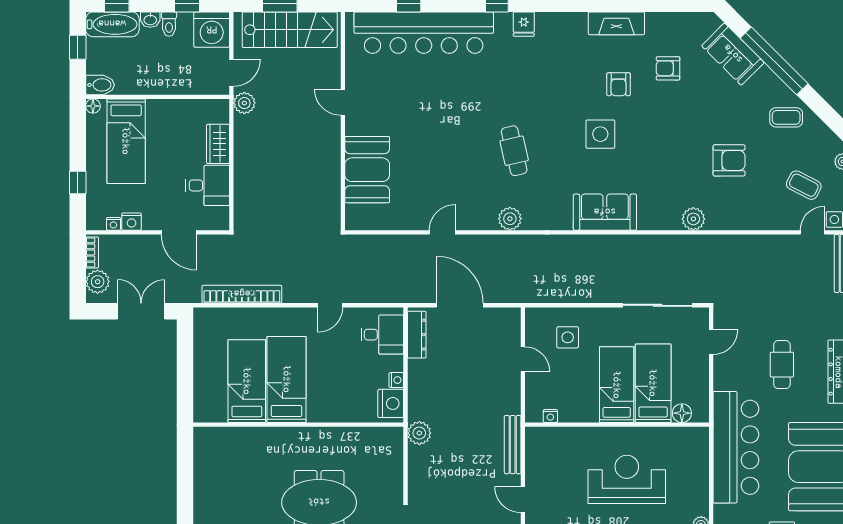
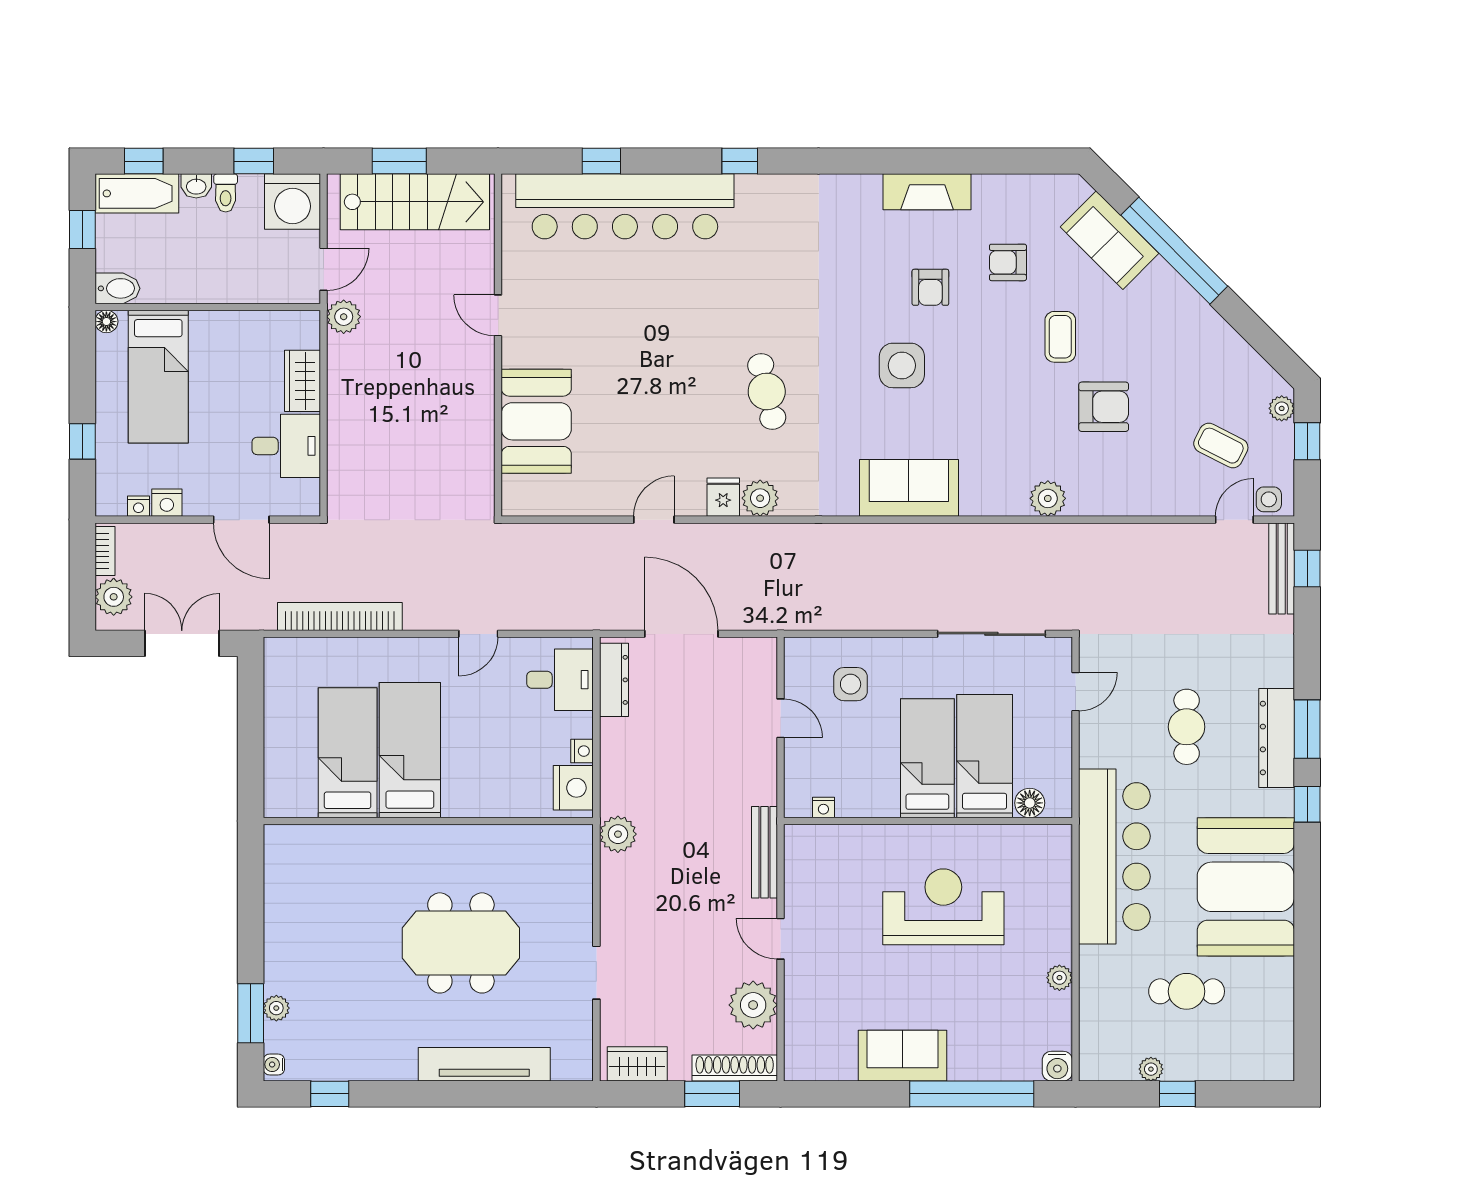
fridge: (524, 24) -> (723, 497), moved, turned 180
coffee table: (786, 117) -> (1060, 337), moved, turned 90

